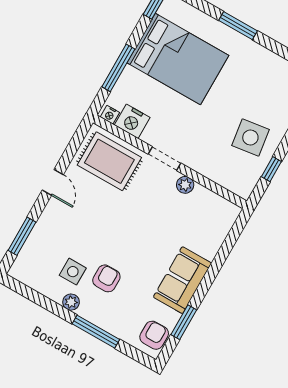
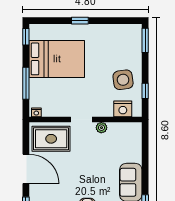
window: (238, 26) -> (80, 21), width x0.67
nightstand: (132, 121) -> (123, 109), moved
door: (53, 182) -> (26, 169), width x1.87

